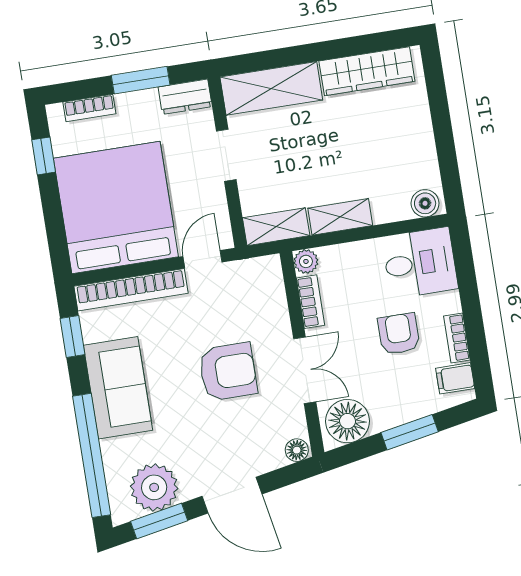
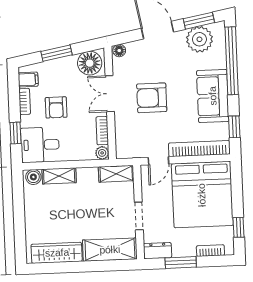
shelving: (340, 217) -> (59, 176), moved
window: (467, 279) -> (16, 133), added

